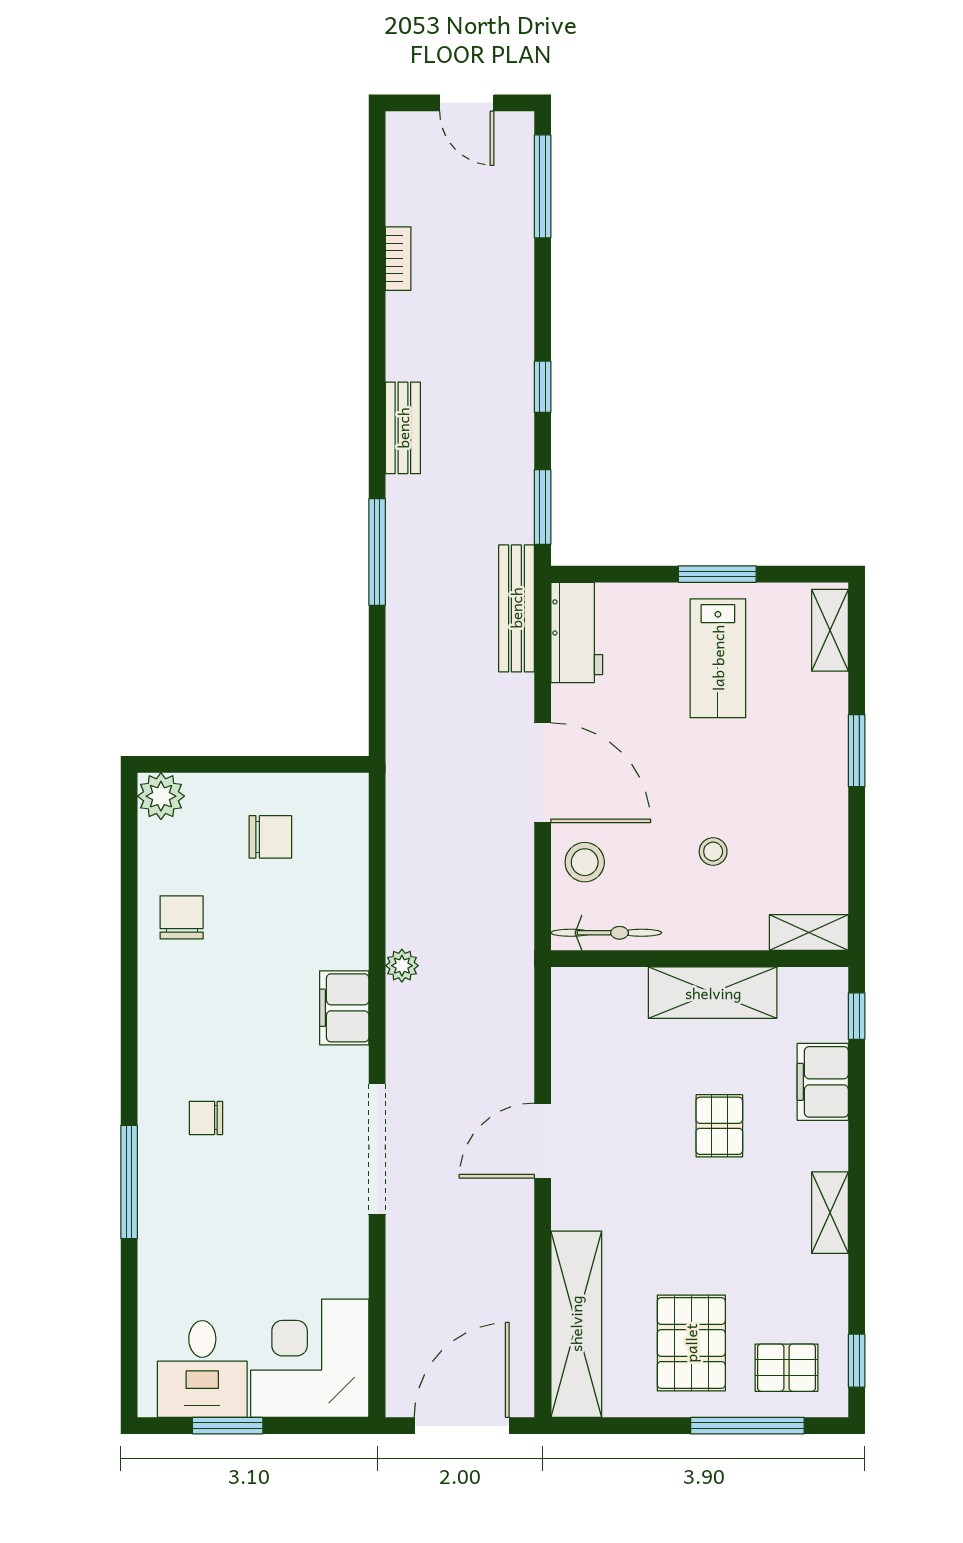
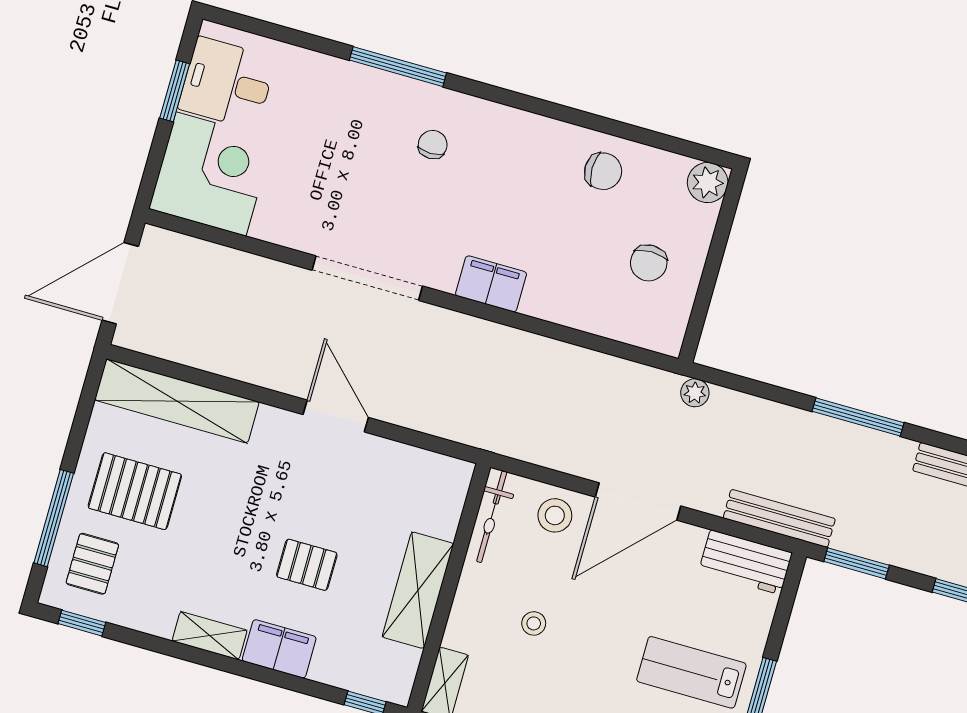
plant: (402, 966) -> (695, 393), moved
filing cabinet: (823, 1082) -> (279, 649), moved
door: (462, 1426) -> (120, 283), swing flipped

